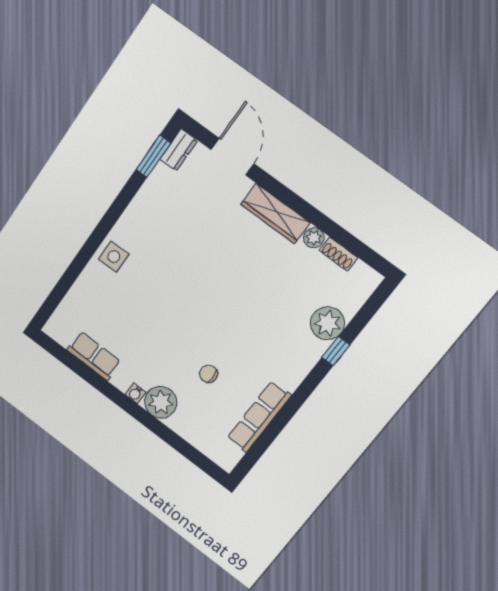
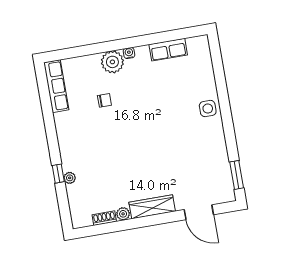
dresser: (179, 150) -> (227, 190), removed
plant: (327, 323) -> (70, 178), width x0.53, depth x0.53
row of seats: (259, 417) -> (56, 86), moved

